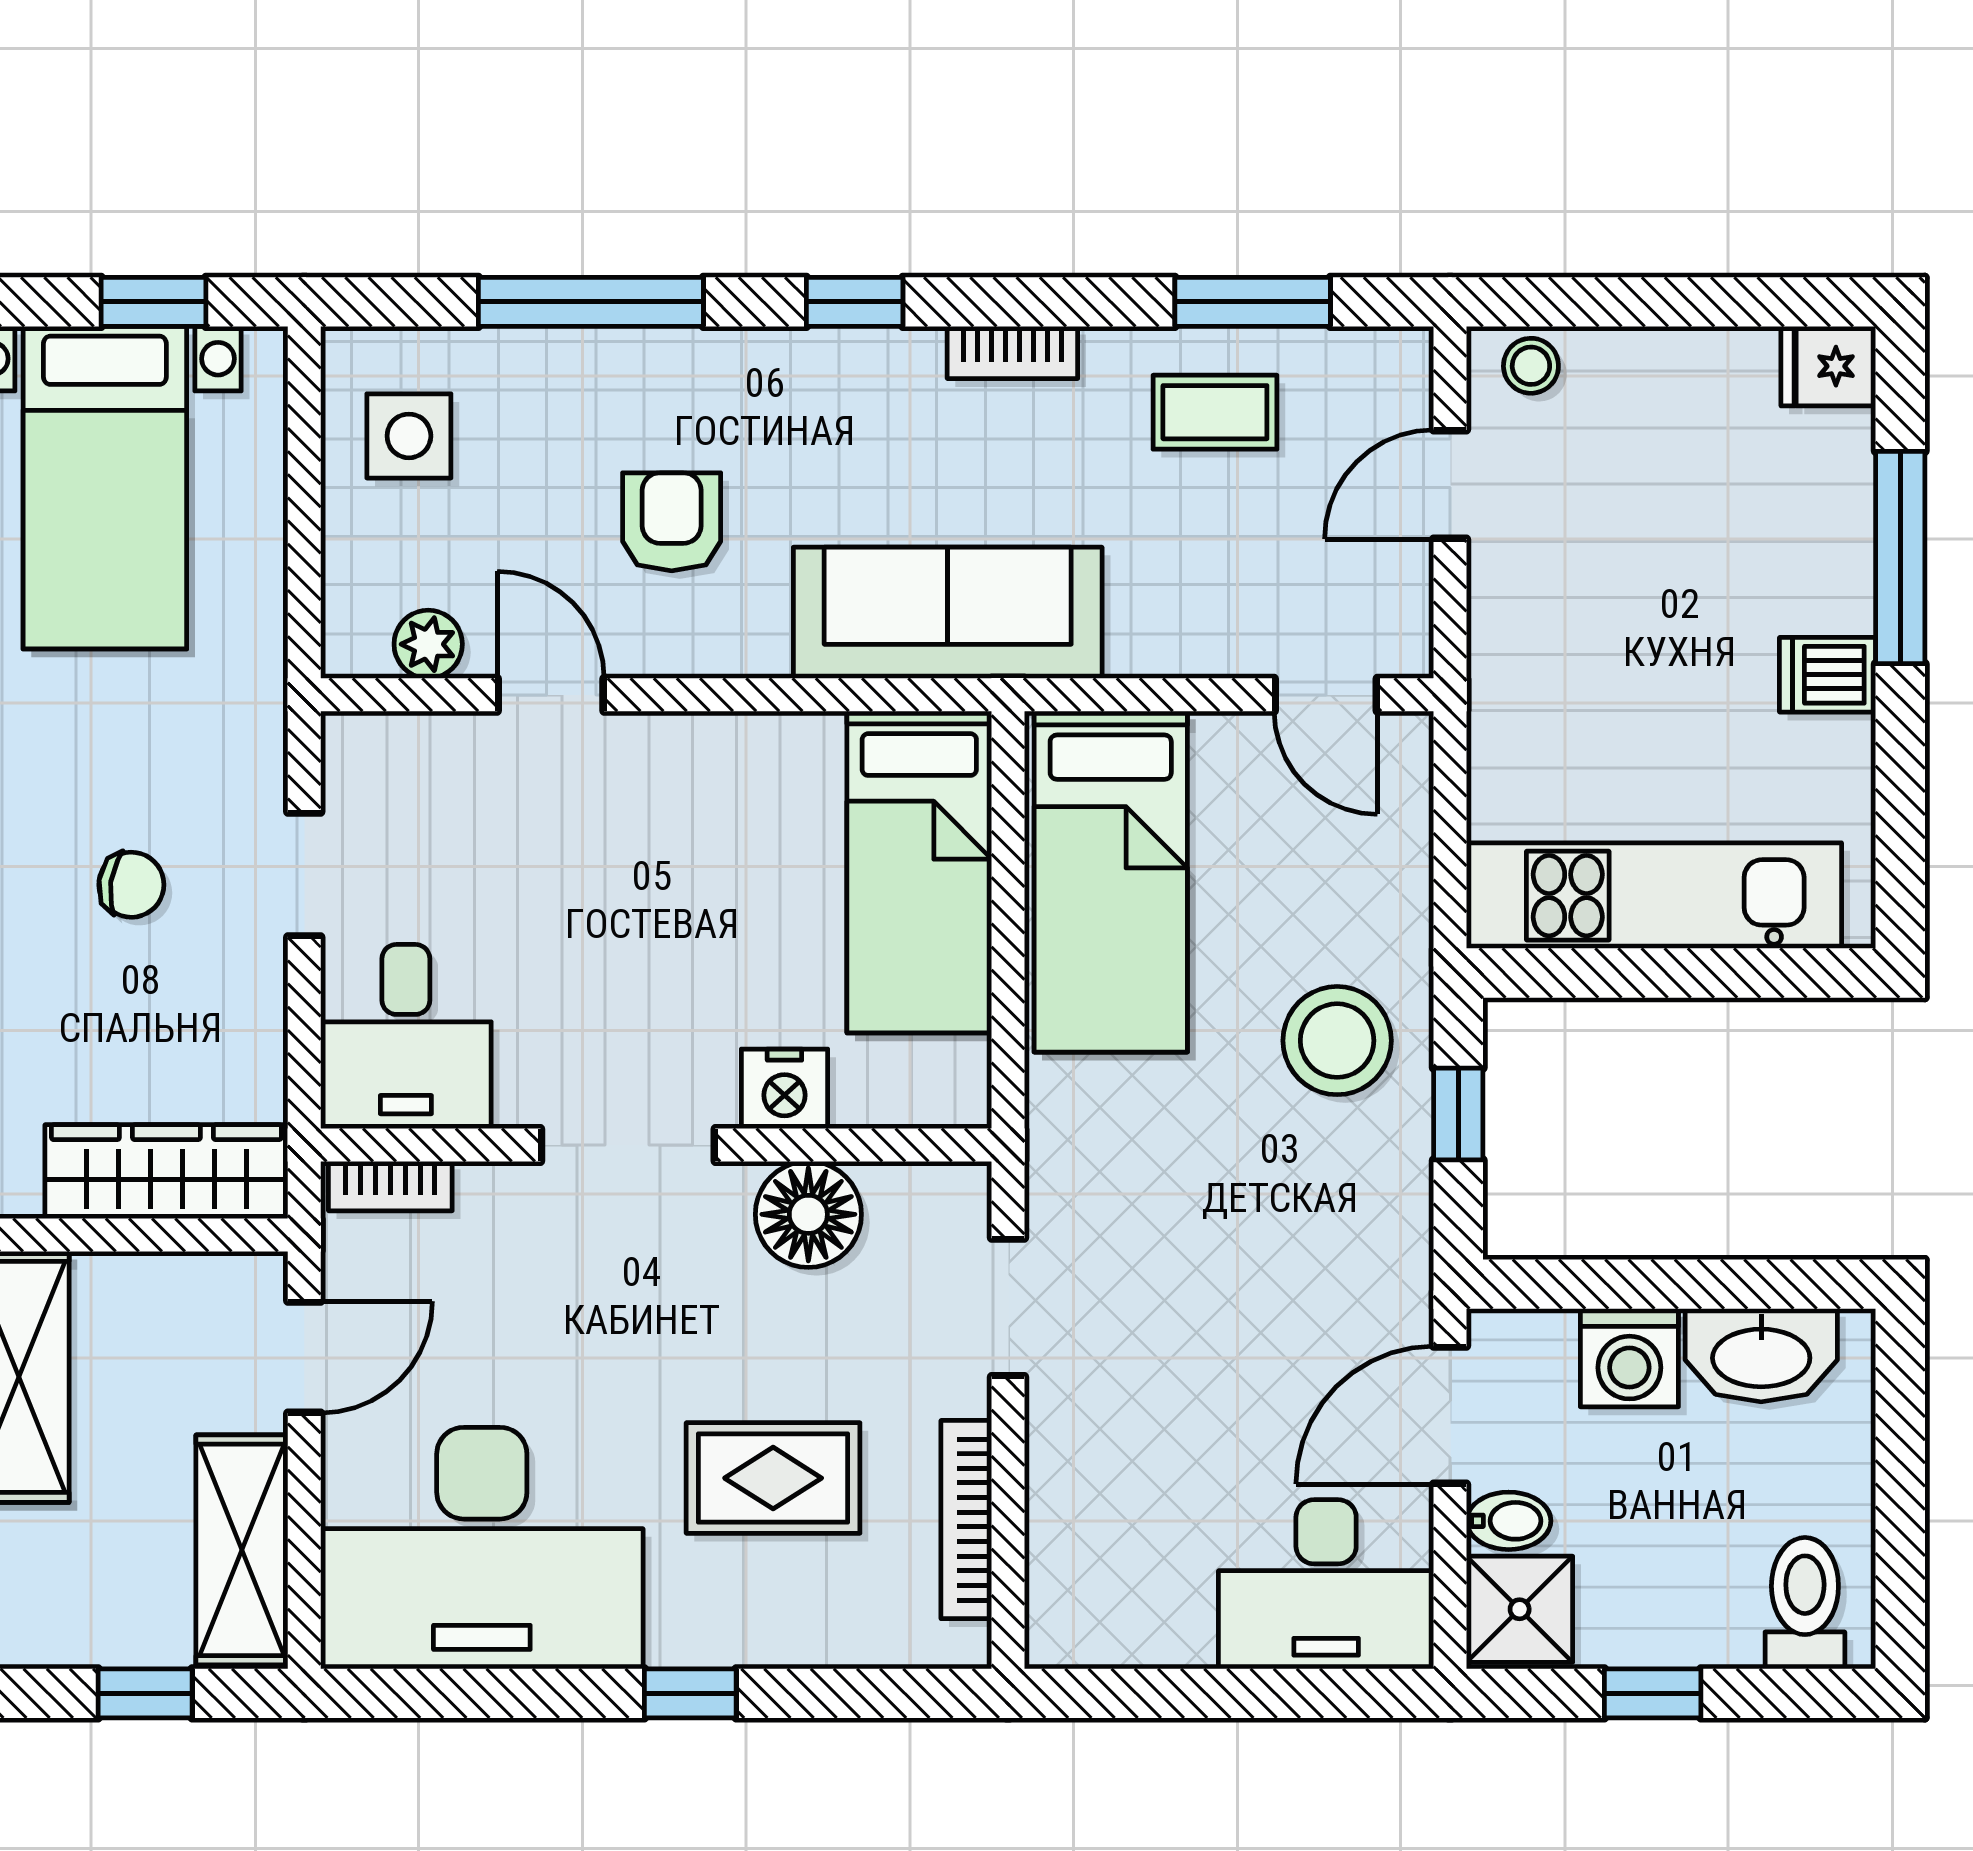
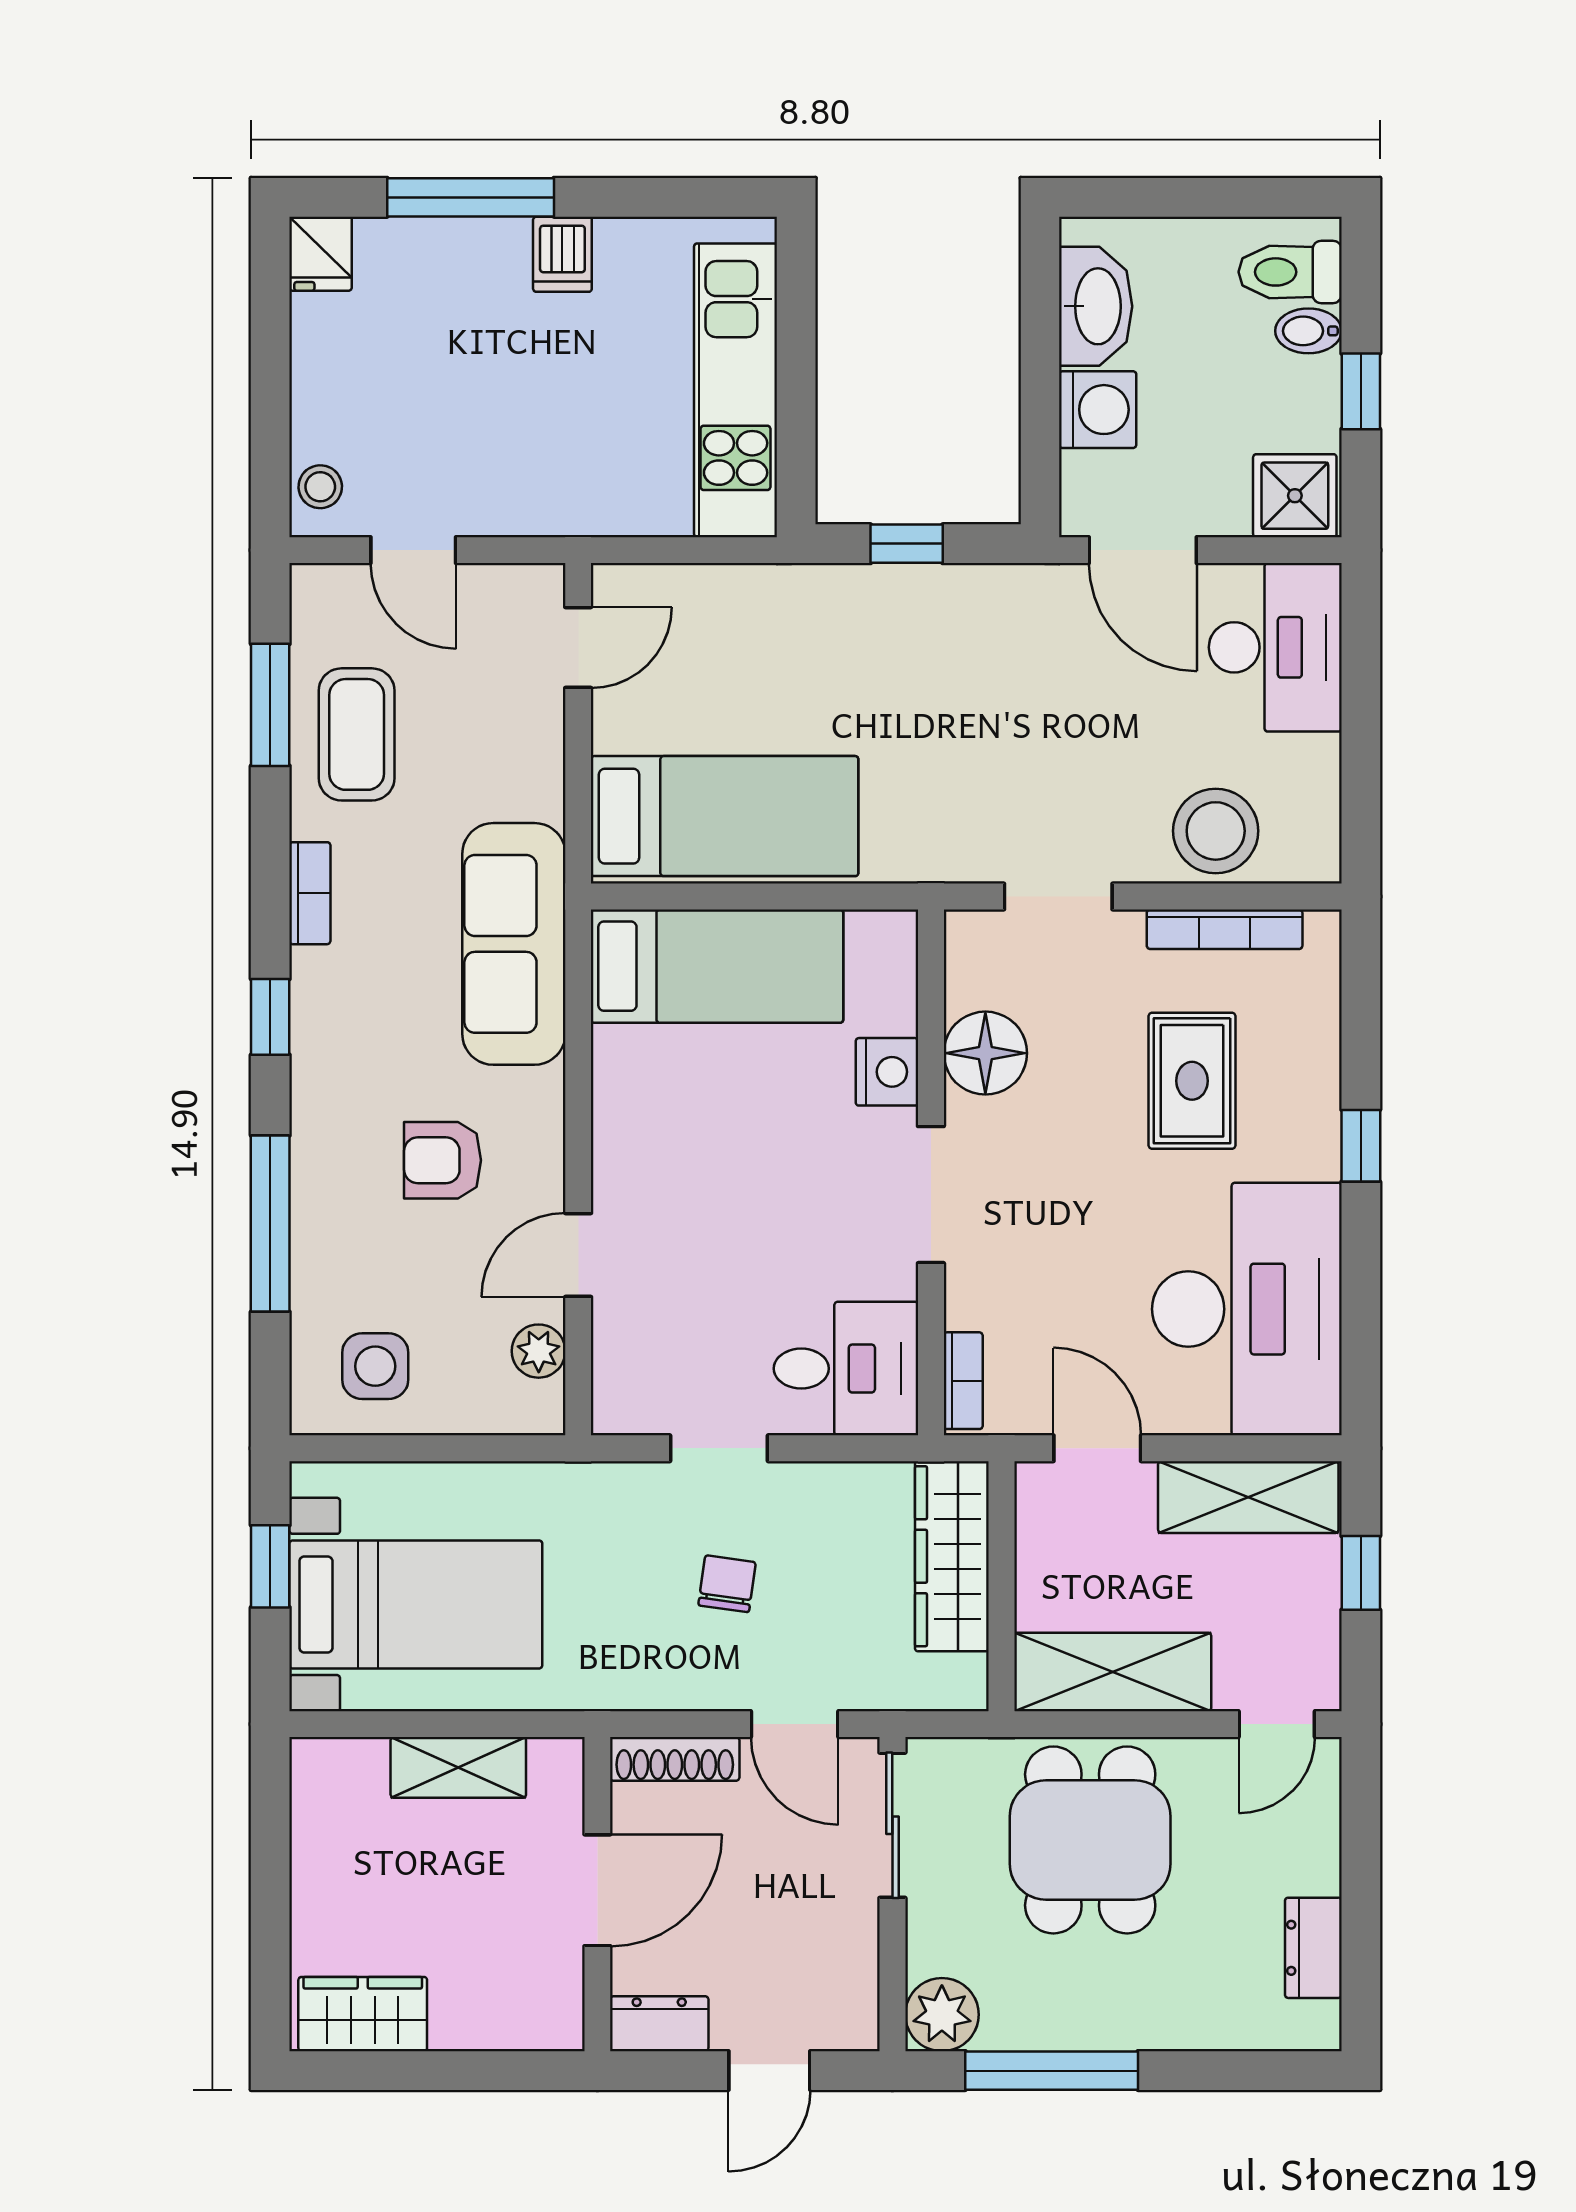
coffee table: (1215, 412) -> (357, 734), width x1.36, depth x1.30
stool: (1337, 1041) -> (1216, 831), moved
bidet: (1509, 1521) -> (1308, 331), moved, turned -90

